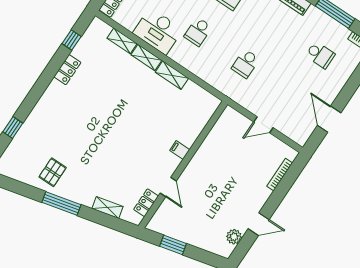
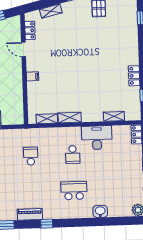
school desk: (198, 32) -> (73, 155), turned 180
shelving: (146, 57) -> (47, 119), moved

